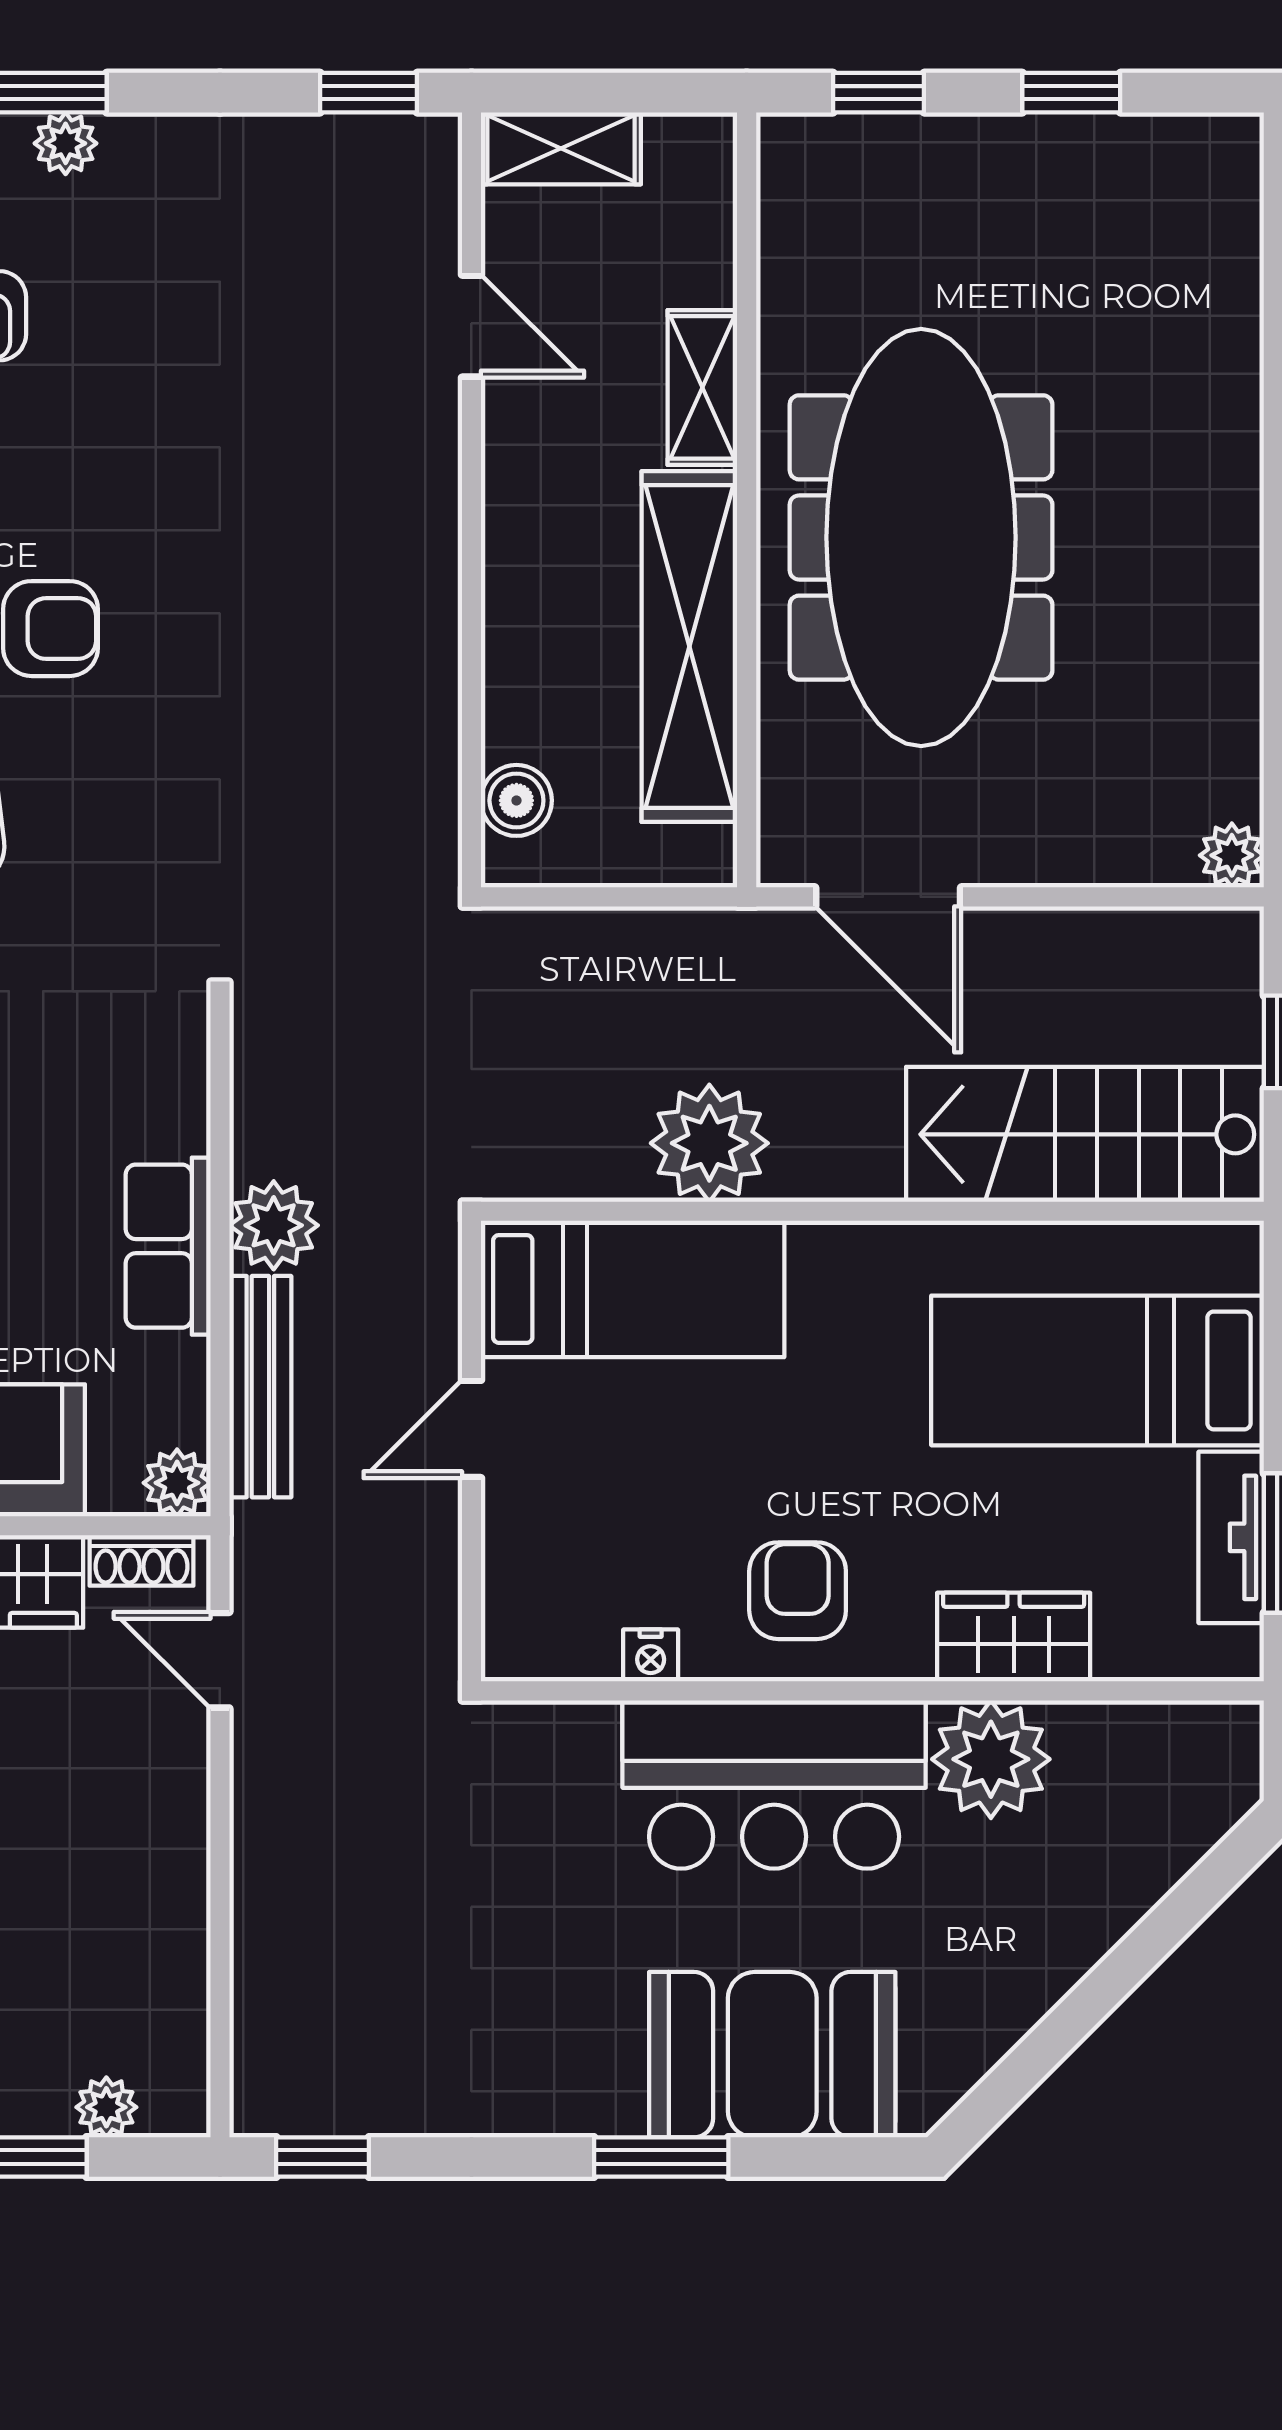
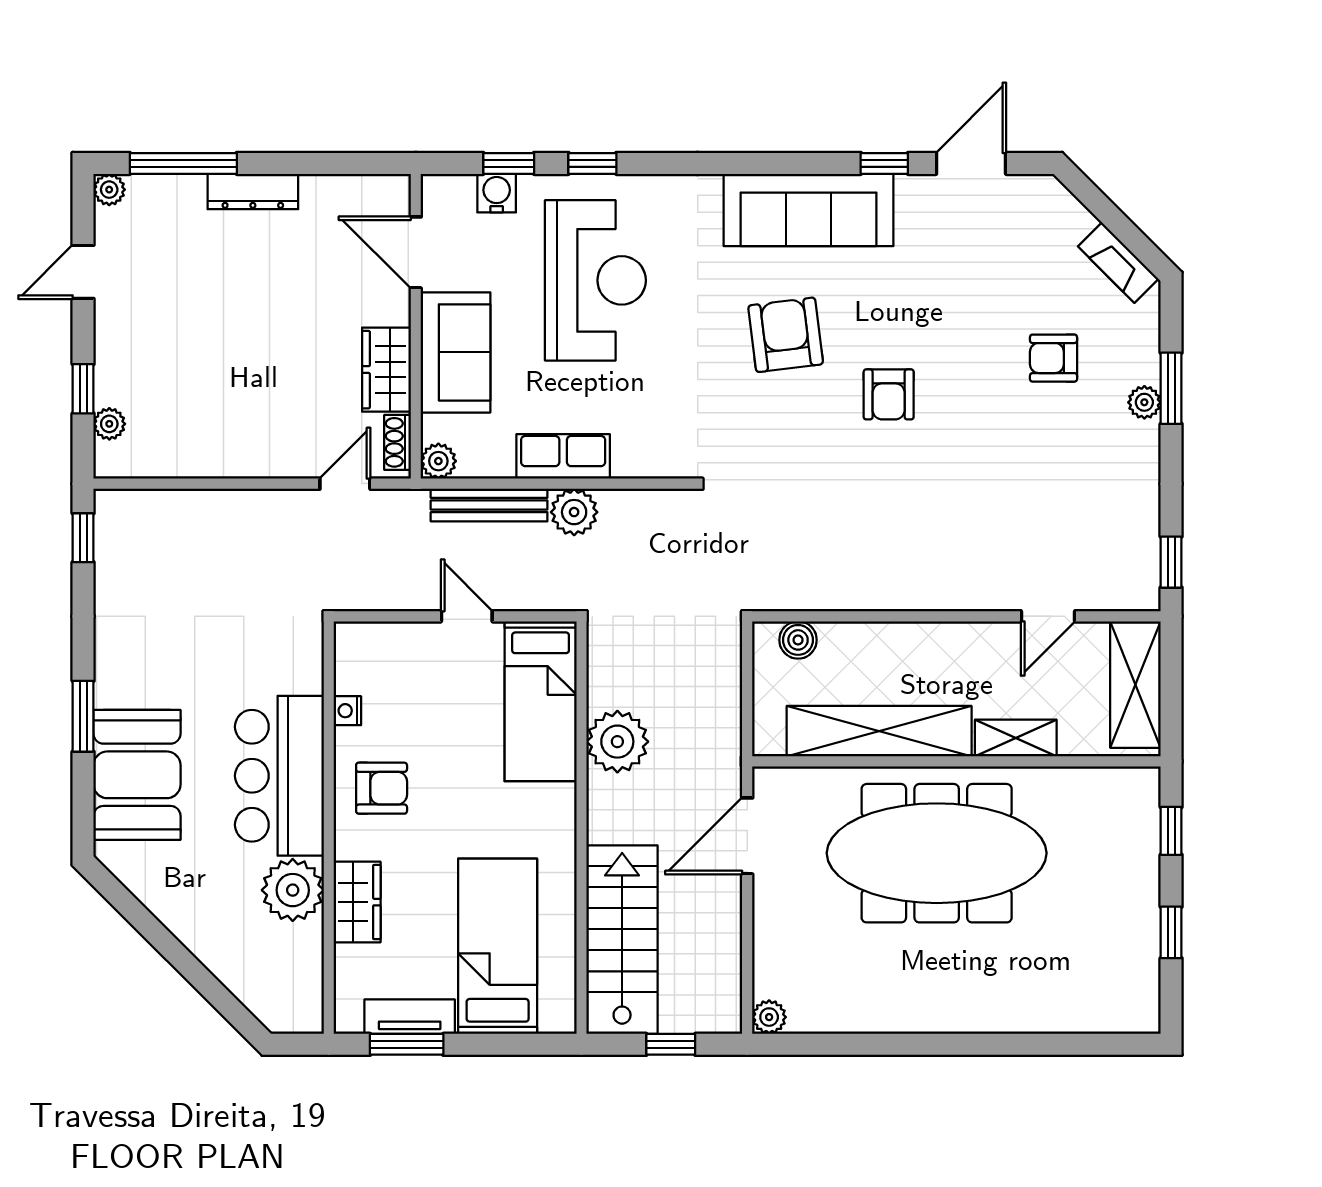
shelving: (561, 148) -> (1135, 685), width x1.50, depth x1.33

